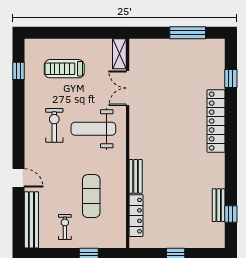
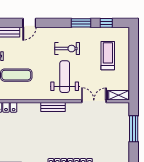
window: (188, 33) -> (134, 129), moved
window: (18, 106) -> (81, 23), added
bench: (136, 176) -> (53, 107), moved

